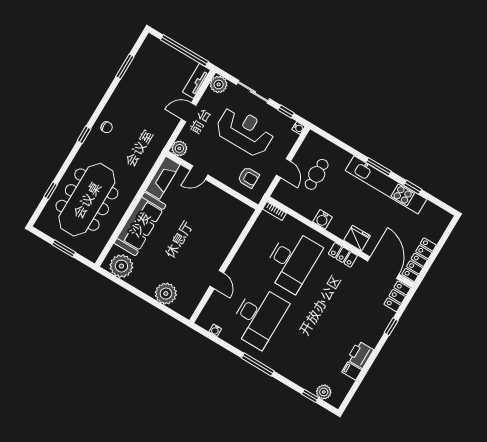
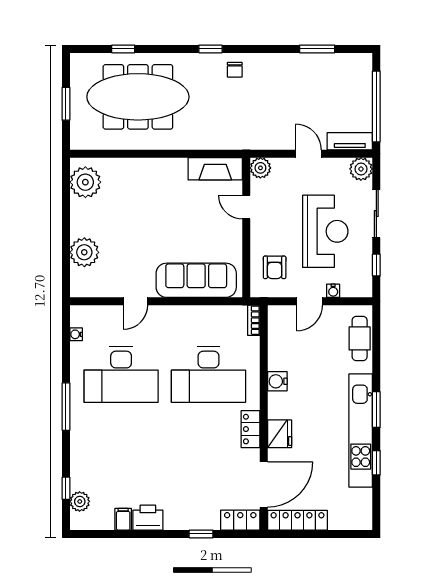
water cooler: (298, 128) -> (333, 291), moved
cafe table: (317, 174) -> (360, 338), moved, turned 90
sofa: (140, 224) -> (196, 280), moved, turned 180

